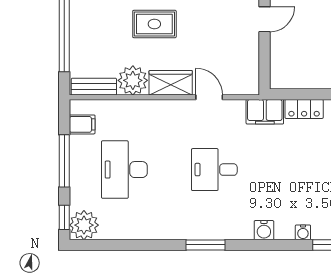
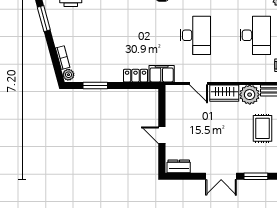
door: (264, 19) -> (162, 135), hinge flipped
rug: (154, 24) -> (262, 128), moved, turned 90
desk: (214, 170) -> (195, 35), width x1.37

